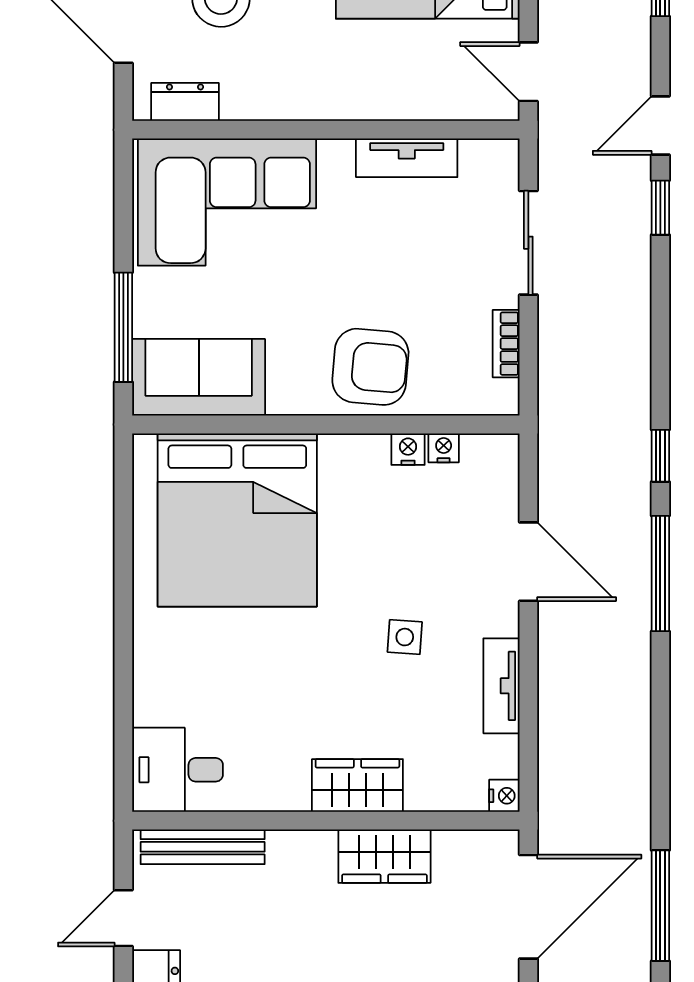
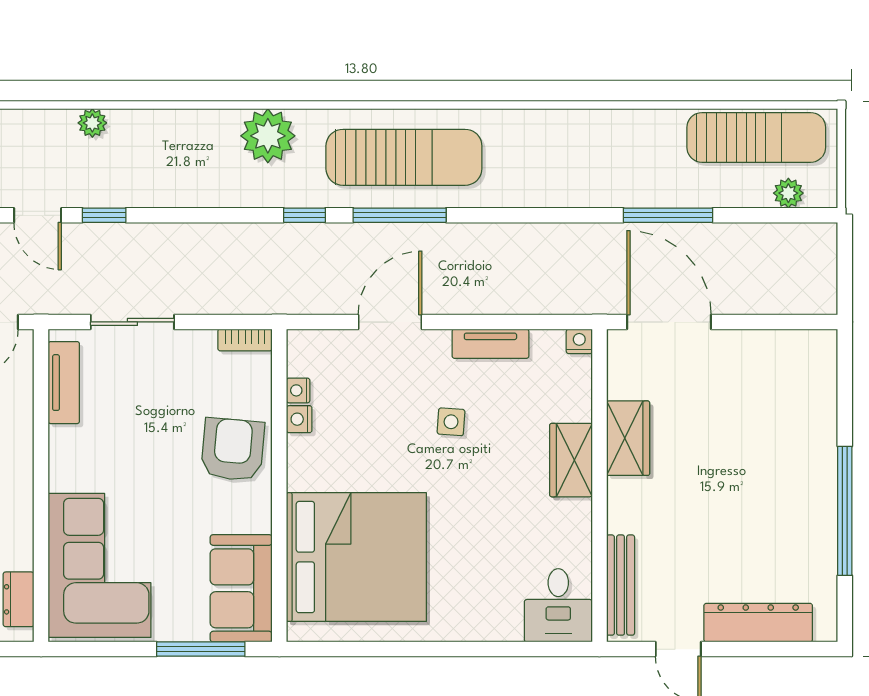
tv unit: (407, 158) -> (64, 383), moved
bookcase: (506, 344) -> (245, 340), moved

